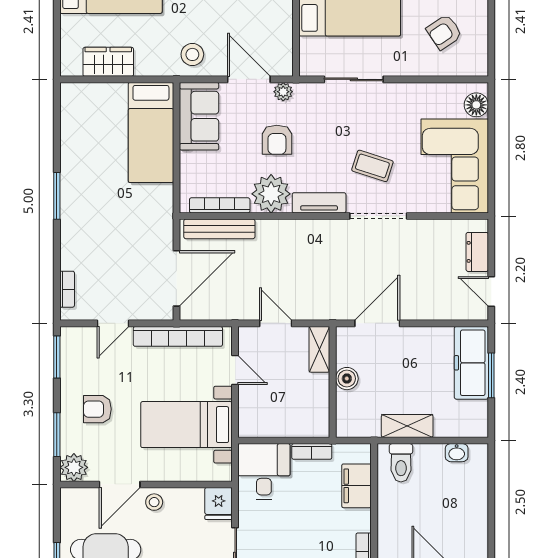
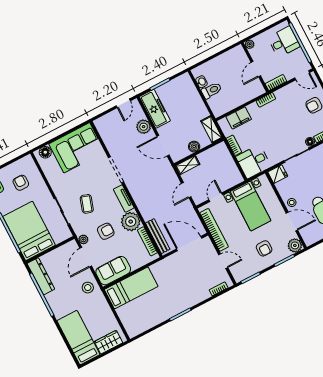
armchair: (444, 32) -> (21, 183), turned -146
wardrobe: (108, 62) -> (109, 342), moved, turned 90
coffee table: (372, 166) -> (87, 204), moved
dresser: (477, 252) -> (109, 118), removed
plant: (430, 306) -> (144, 127), added
freezer: (471, 363) -> (155, 109), moved, turned -90
shelving: (407, 426) -> (211, 129), moved
toilet: (401, 463) -> (212, 90), moved

